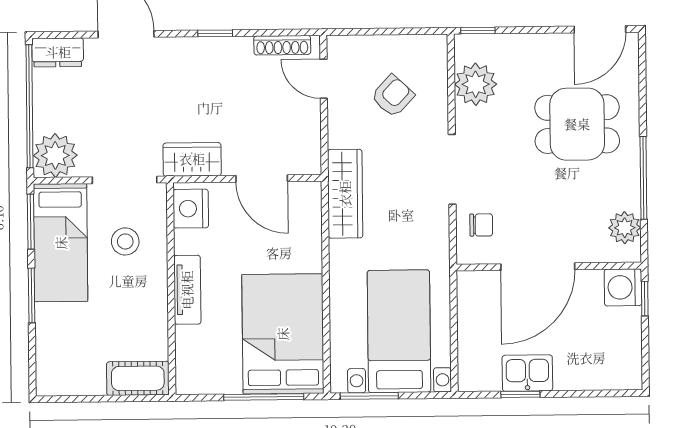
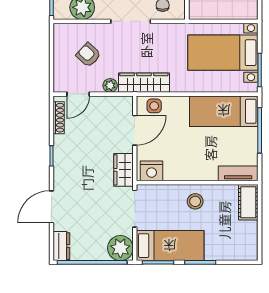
plant: (340, 135) -> (110, 85), added
side table: (305, 212) -> (154, 106), added
stool: (125, 241) -> (195, 201), moved
tv unit: (187, 290) -> (238, 173), moved
bed: (283, 334) -> (224, 111), width x0.67

